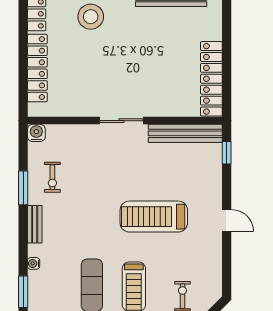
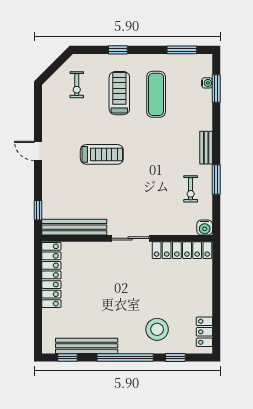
locker: (37, 68) -> (182, 250), moved, turned -90
exercise bike: (52, 177) -> (191, 189), turned 180
treadmill: (154, 217) -> (102, 154), width x0.73, depth x0.73
water cooler: (34, 263) -> (207, 83), moved

